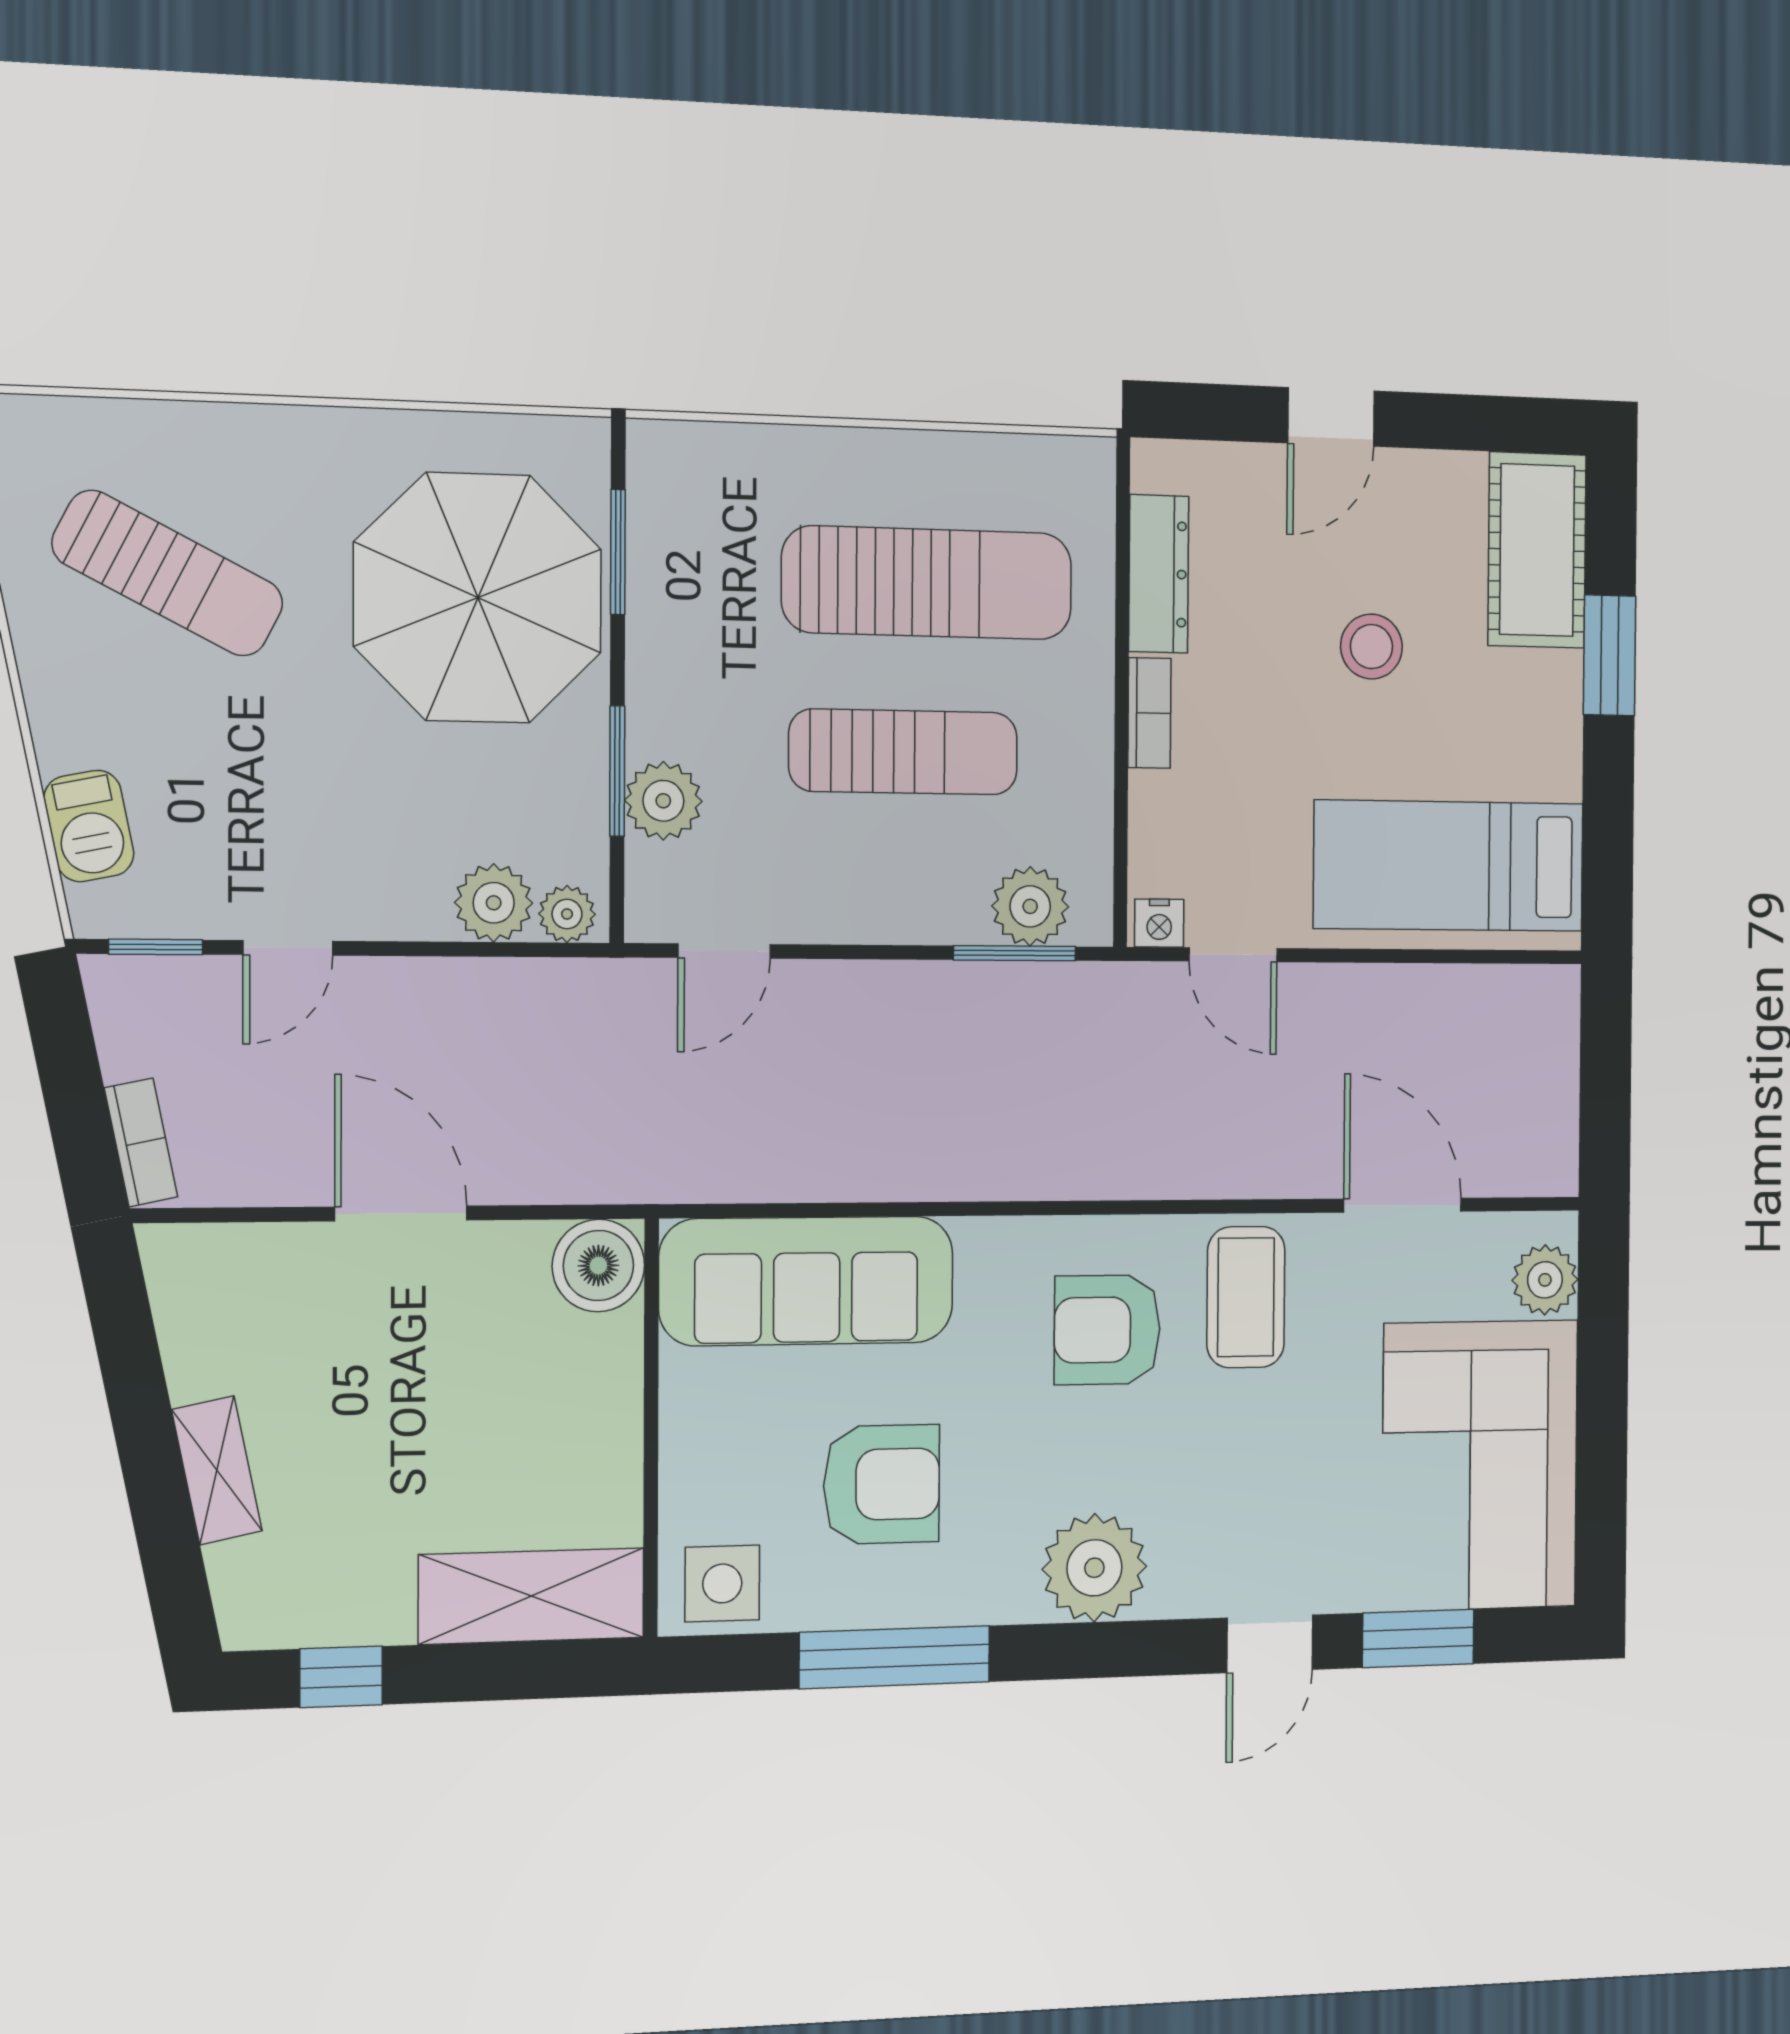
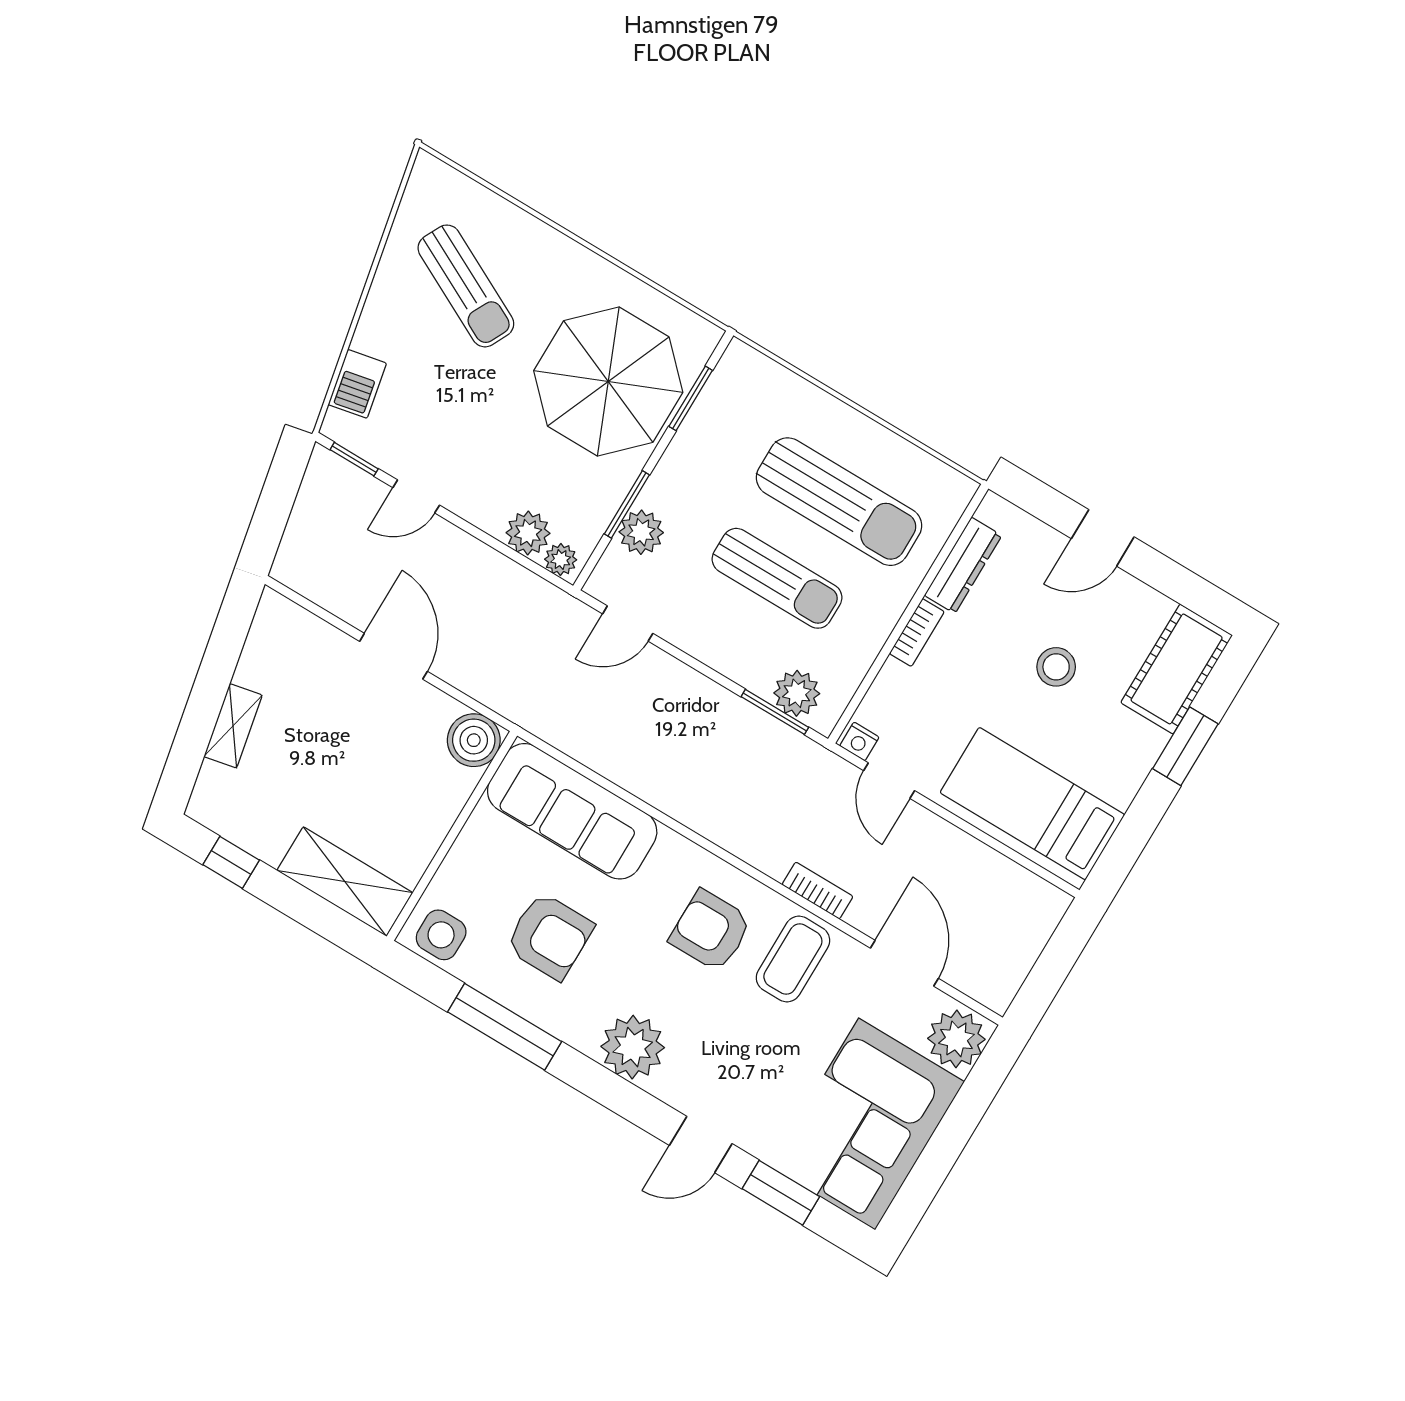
bookcase: (141, 1142) -> (818, 891), moved, turned -78
plant: (1545, 1280) -> (956, 1039), width x1.36, depth x1.36

